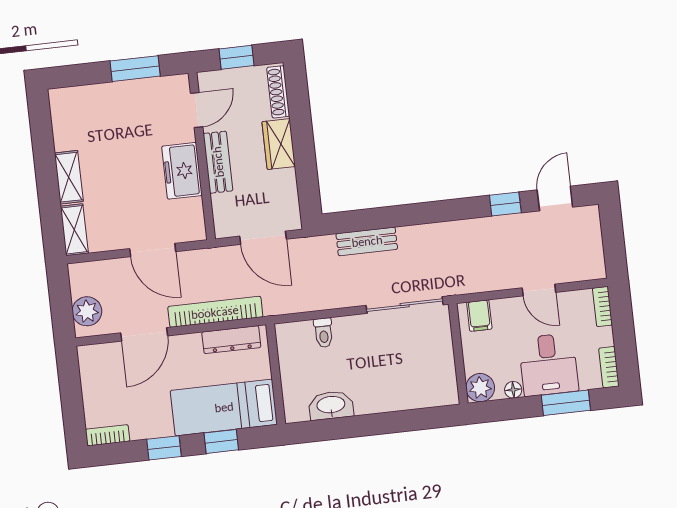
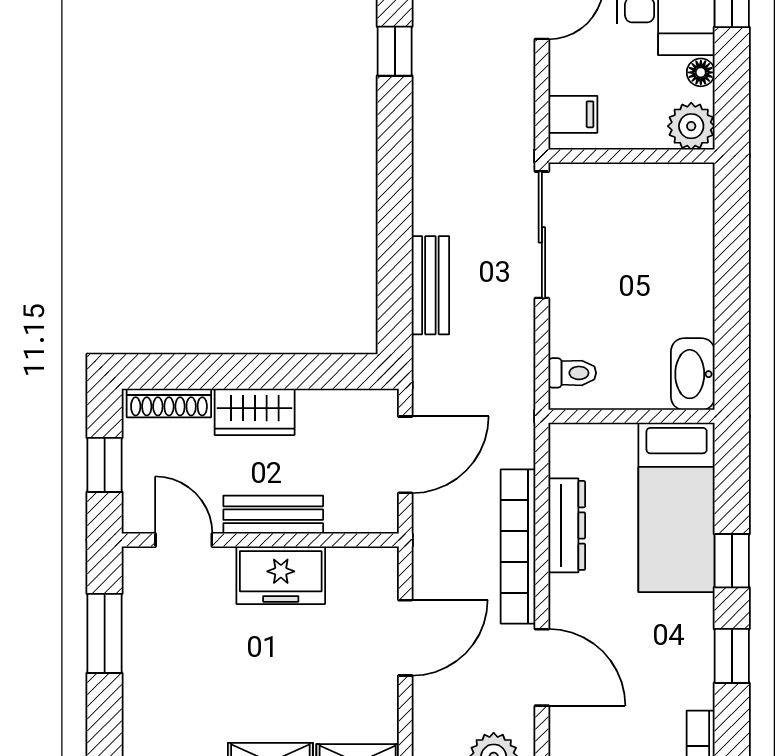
wall: (276, 374) -> (632, 416), moved
bed: (224, 407) -> (677, 507), moved

